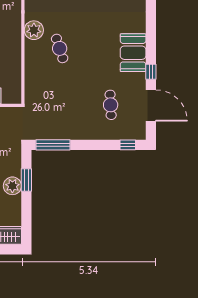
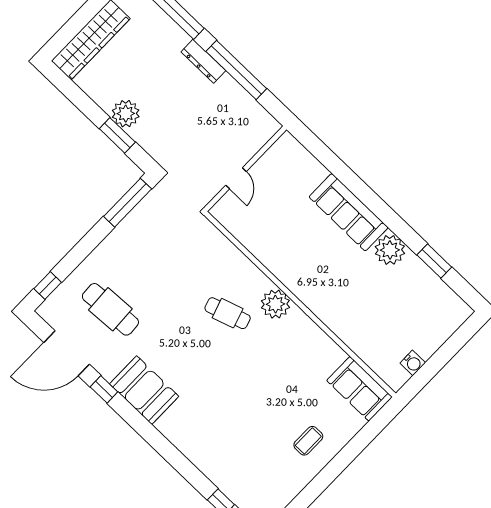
cafe table: (111, 105) -> (110, 309), width x1.37, depth x1.35

